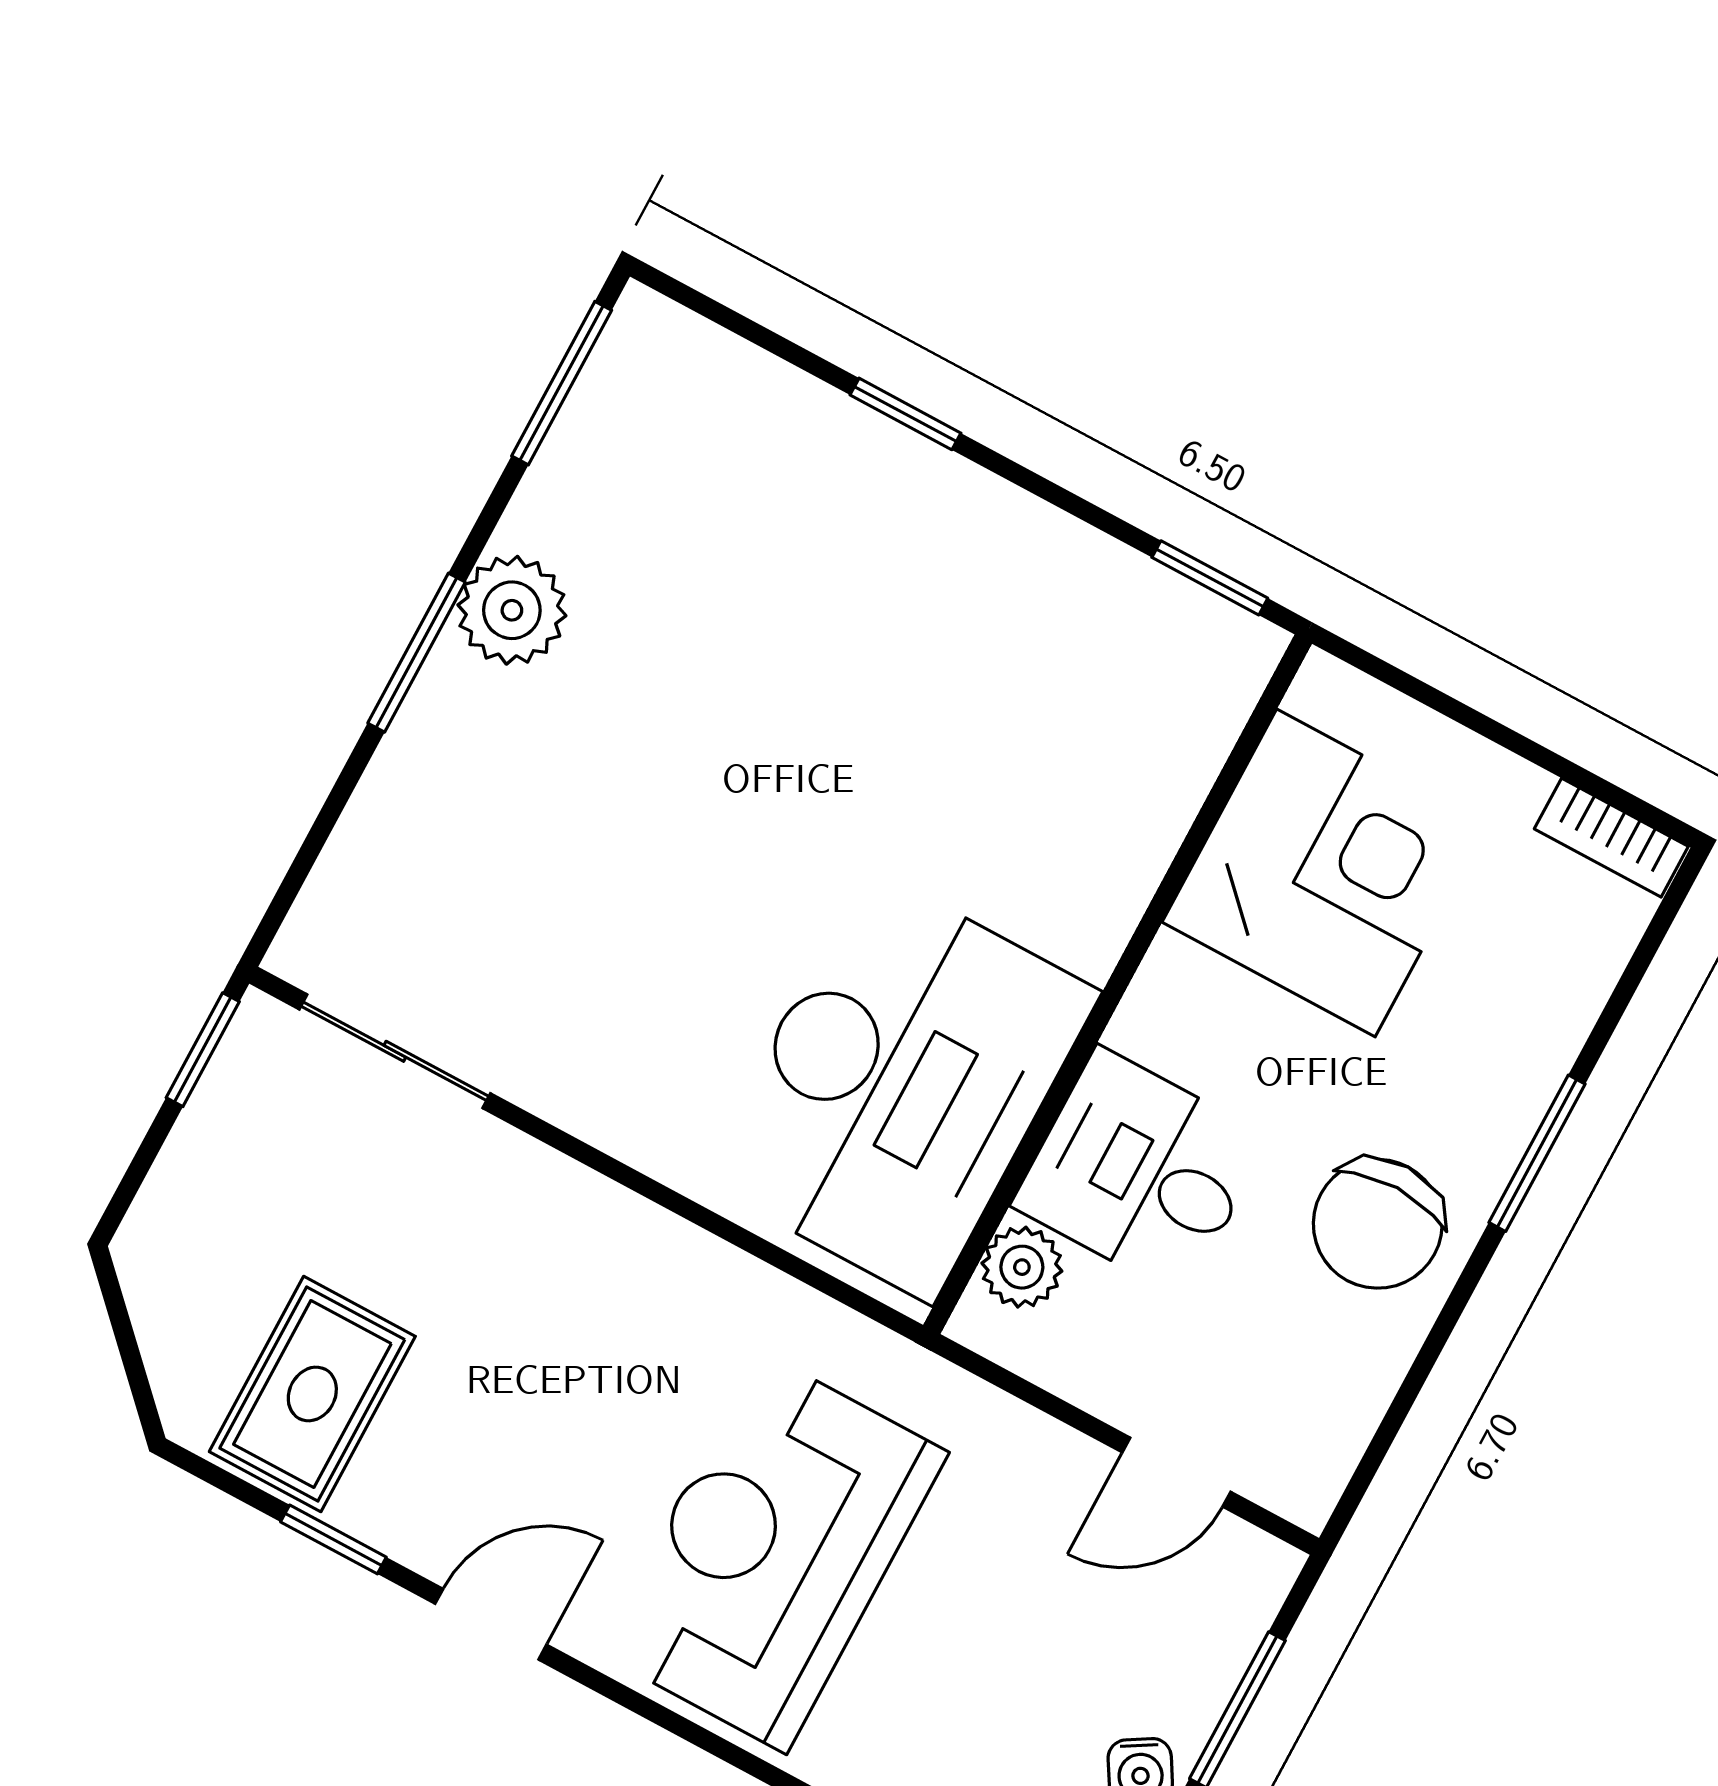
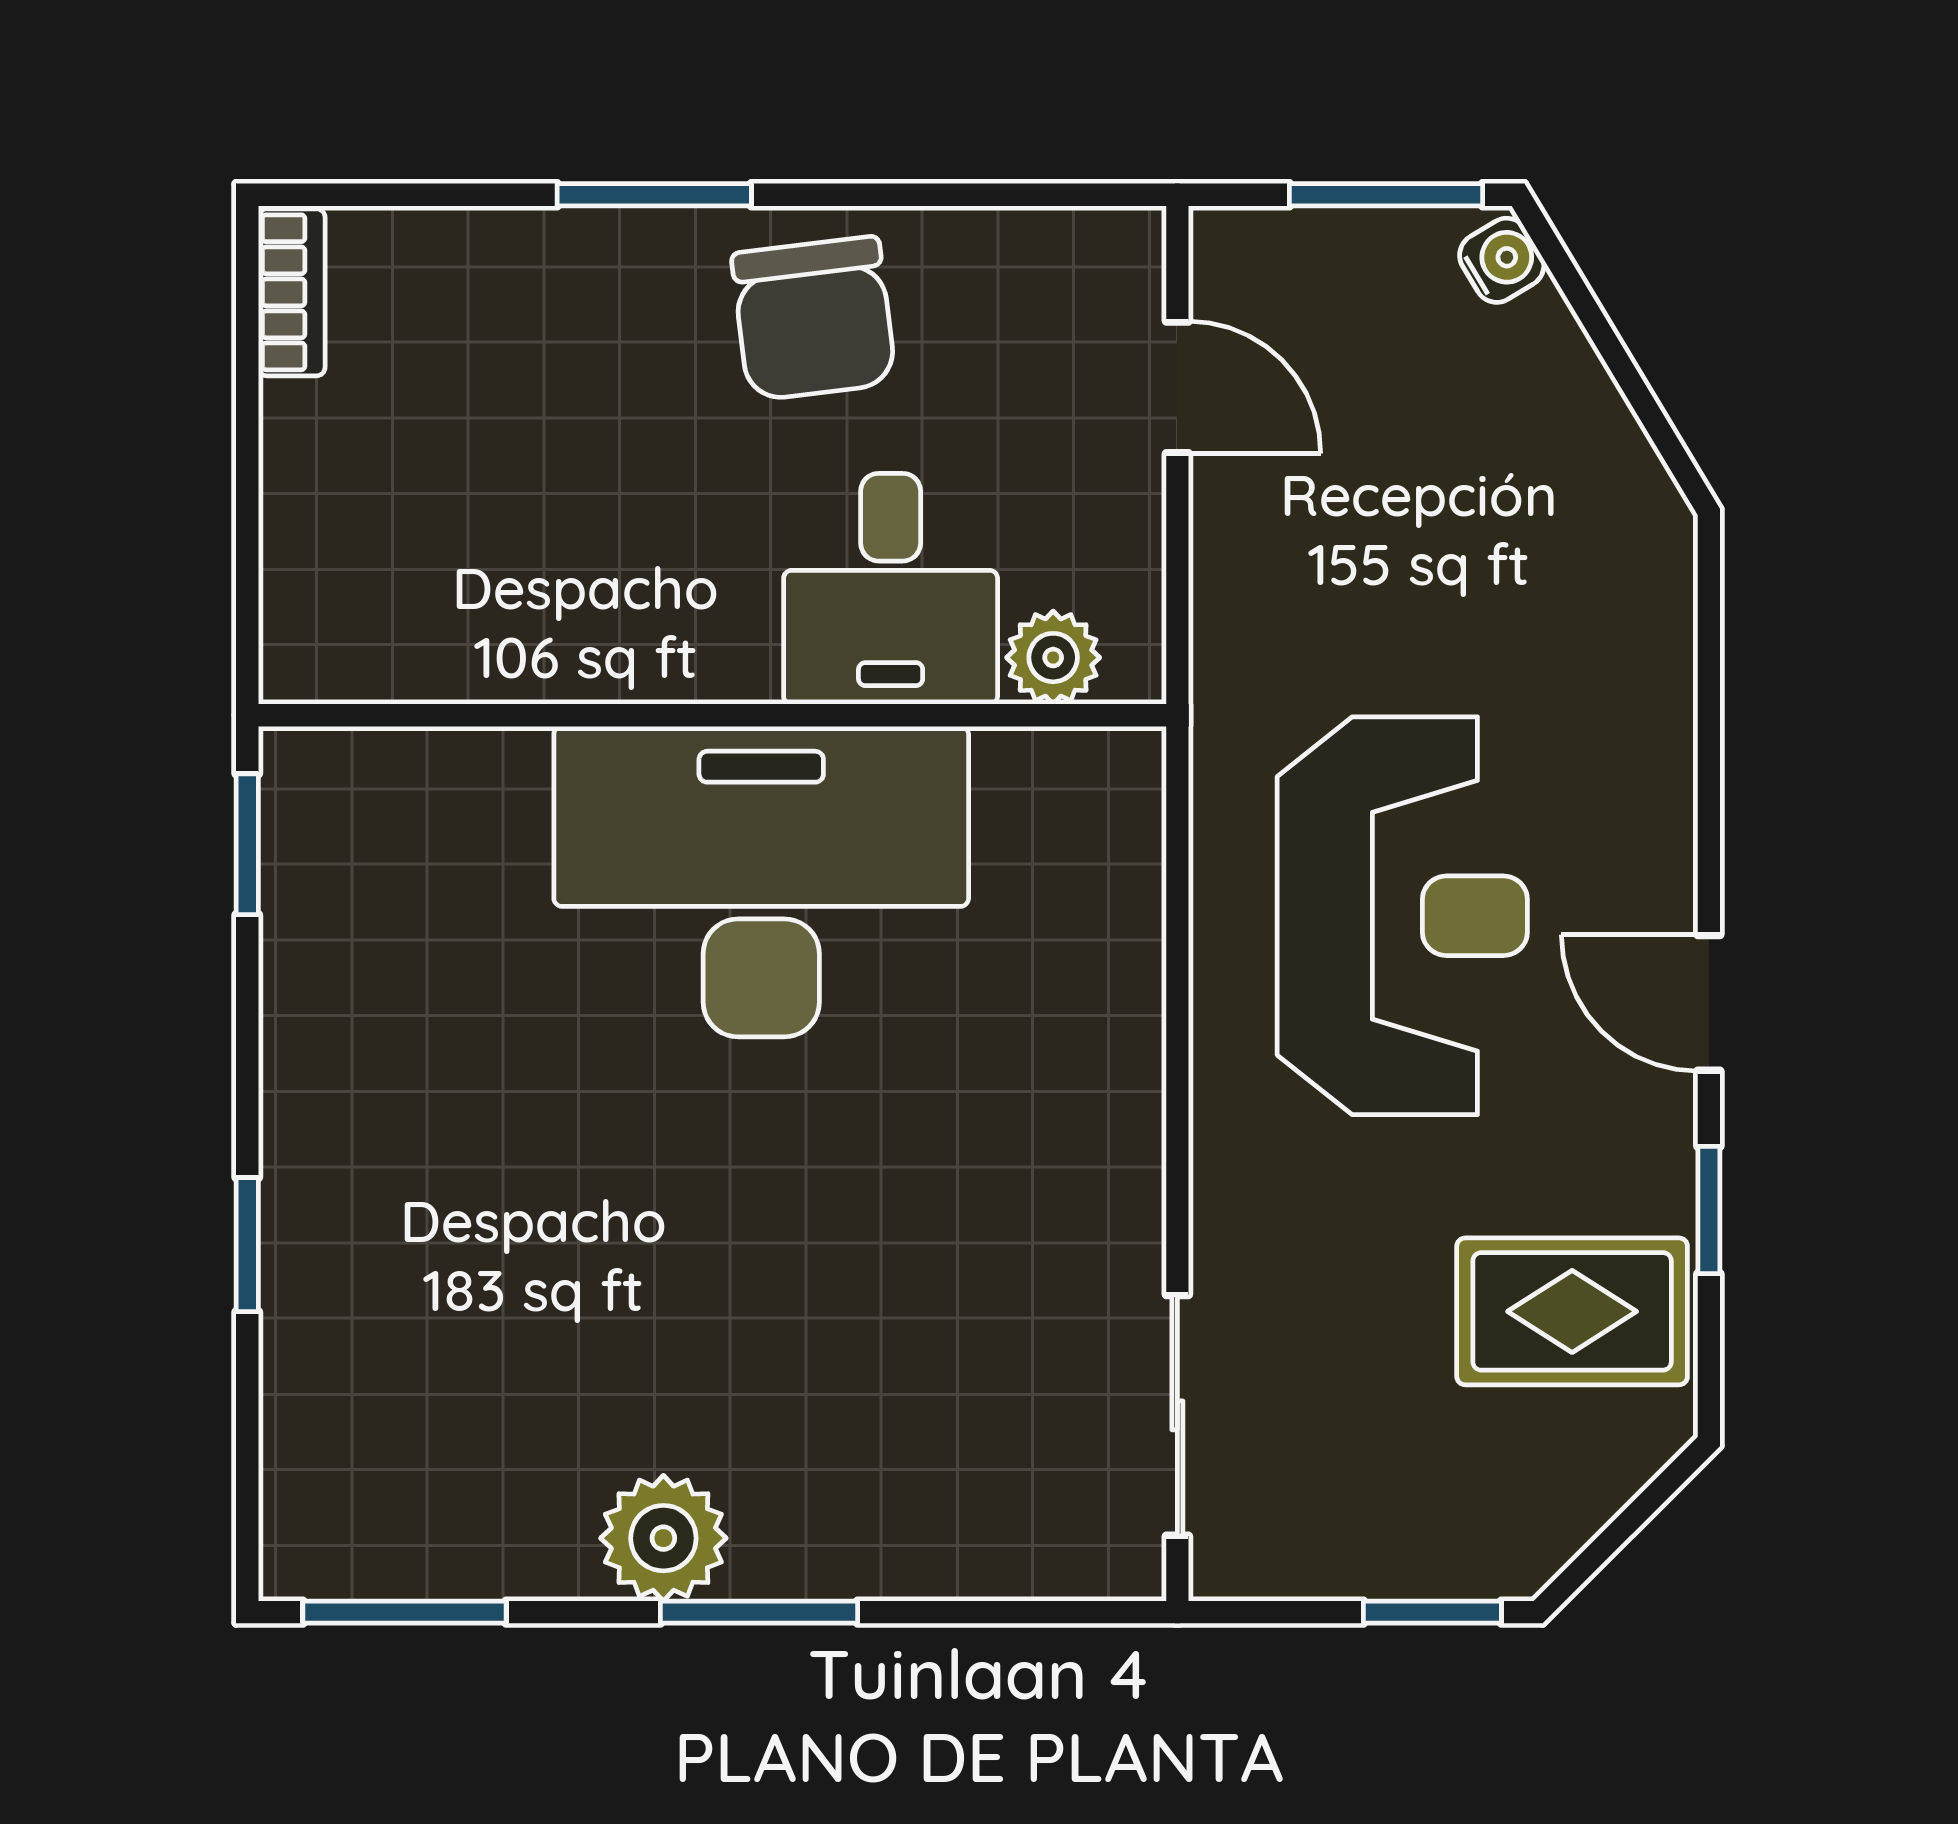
corner desk: (1326, 873) -> (484, 564), removed
window: (203, 1050) -> (1432, 1612), moved
desk: (900, 1086) -> (761, 882), moved
chair: (1378, 1224) -> (814, 318), turned 83
reception desk: (773, 1552) -> (1402, 916), moved, turned -90

